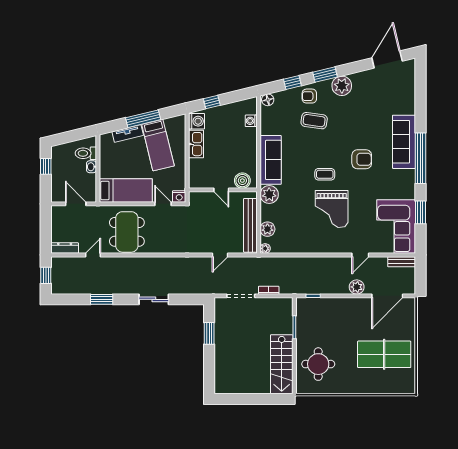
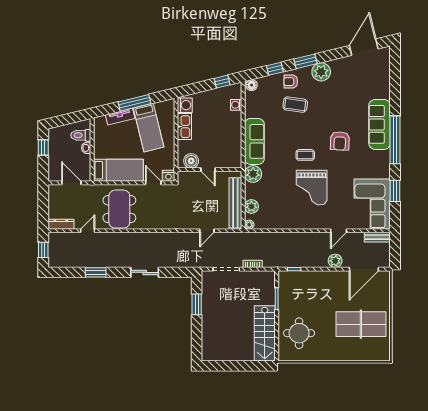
window: (212, 102) -> (222, 82), moved
armchair: (362, 159) -> (340, 141), turned 93
boiler: (242, 181) -> (191, 161), moved

